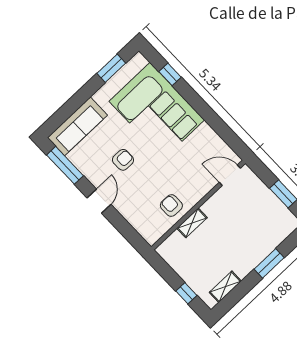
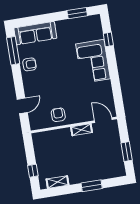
corner sofa: (157, 111) -> (93, 61), width x0.73, depth x0.74
armchair: (123, 160) -> (29, 64), moved
door: (99, 201) -> (22, 106), moved
shelving: (192, 223) -> (82, 130), moved

